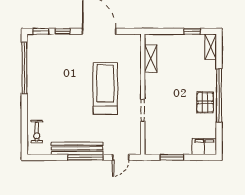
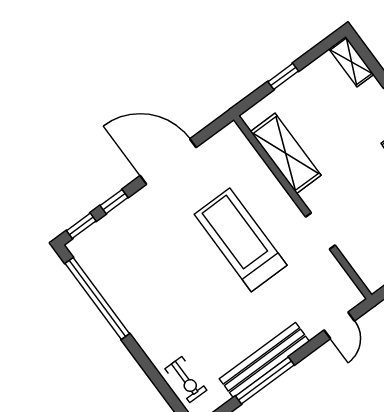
window: (192, 31) -> (283, 76), moved
shelving: (151, 59) -> (286, 153), width x1.50, depth x1.33
window: (86, 157) -> (265, 381), moved

